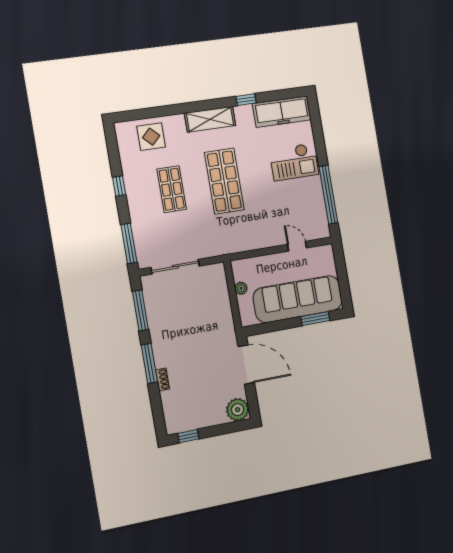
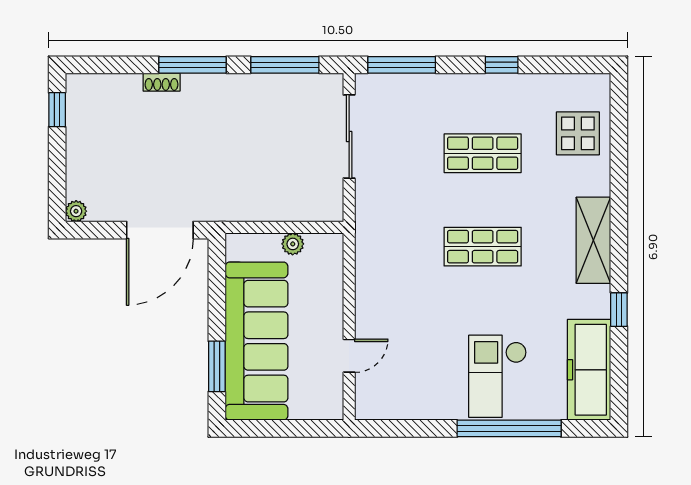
shop shelf: (224, 181) -> (483, 247), width x0.70, depth x0.74
window: (328, 195) -> (509, 428), moved
plant: (238, 410) -> (76, 211), width x0.53, depth x0.53

